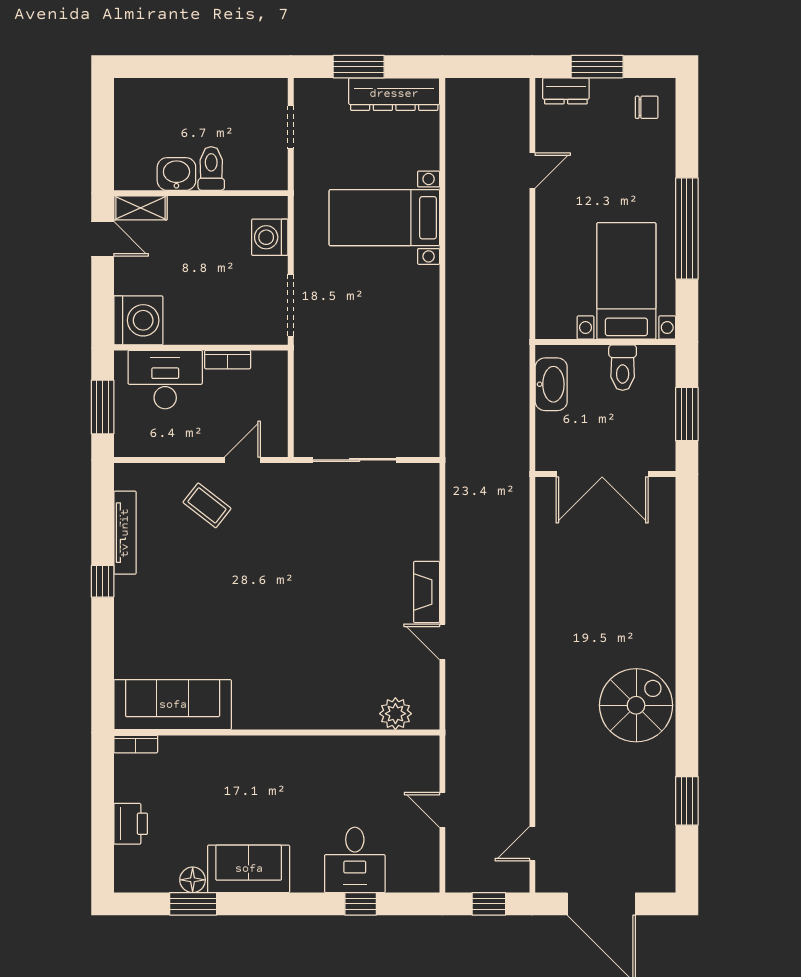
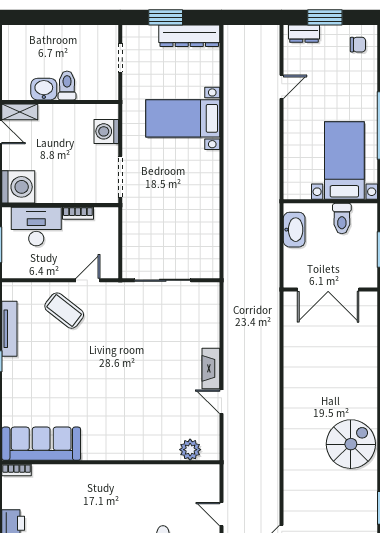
coffee table: (207, 505) -> (64, 311), width x1.36, depth x1.30

